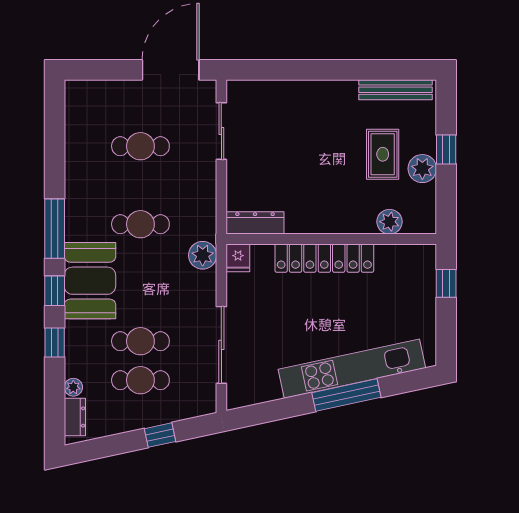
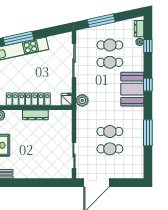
dresser: (255, 223) -> (35, 115), moved
cafe table: (140, 224) -> (110, 132), moved
window: (55, 229) -> (148, 133), moved
window: (55, 342) -> (148, 46), moved
window: (160, 435) -> (101, 21), width x2.17

